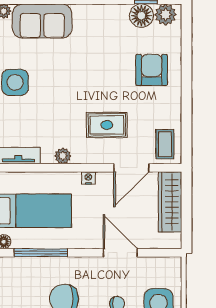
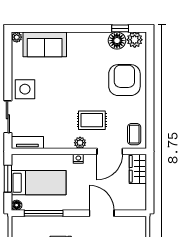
armchair: (152, 70) -> (124, 80), width x1.36, depth x1.36
plant: (63, 156) -> (80, 143), moved
wardrobe: (170, 202) -> (138, 169), width x0.67

